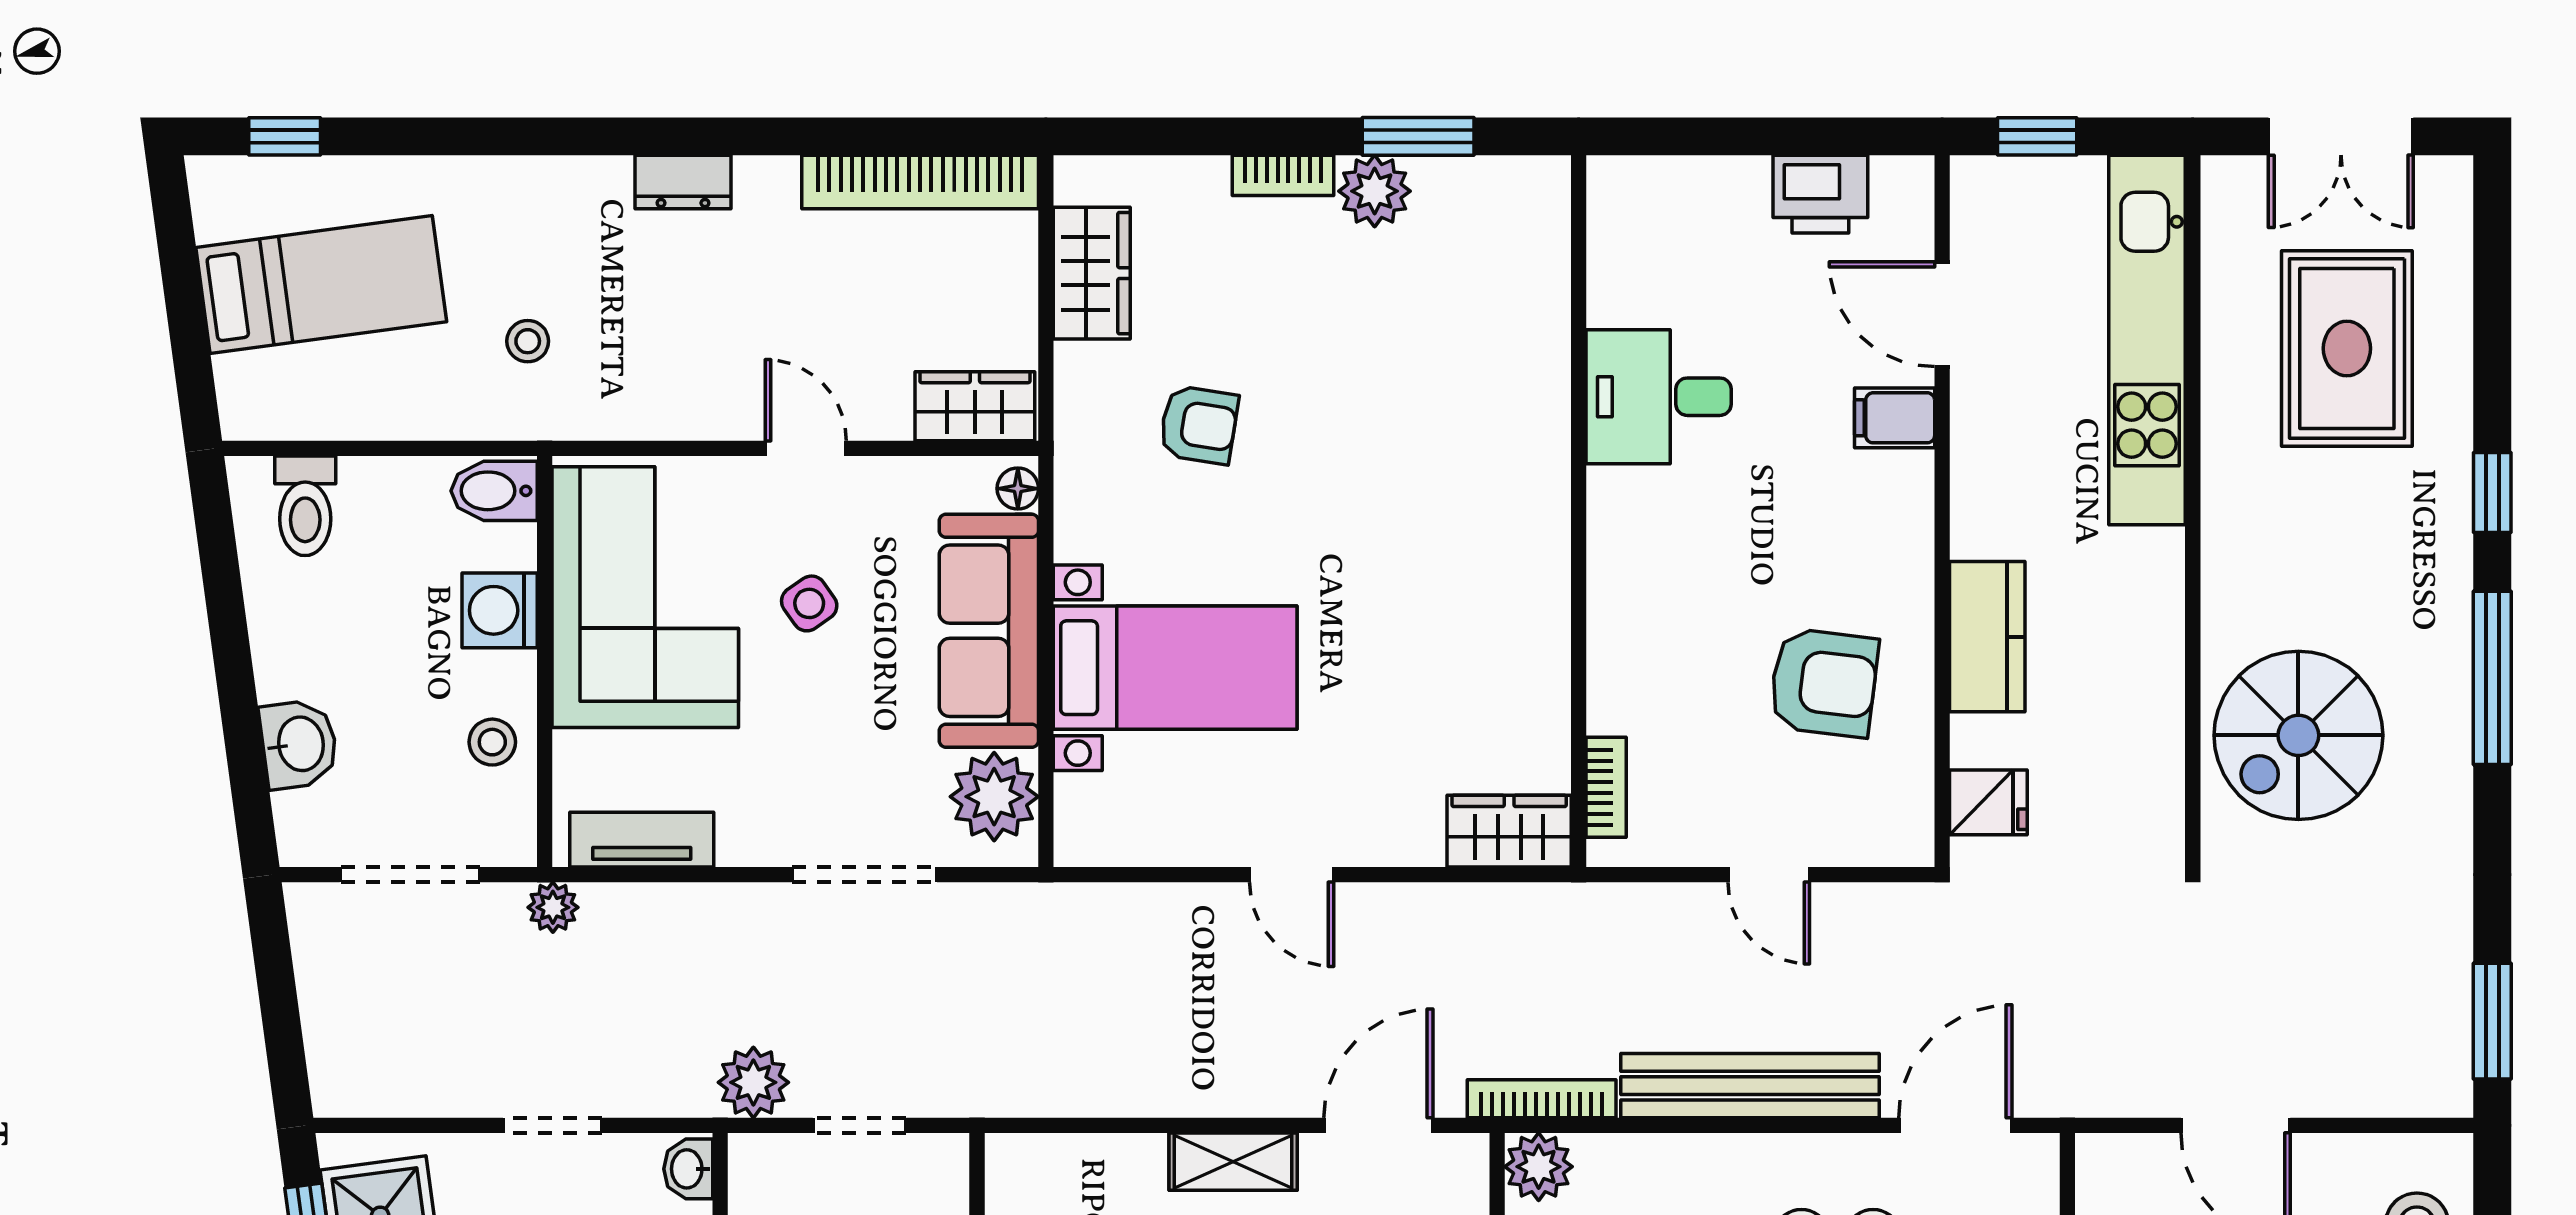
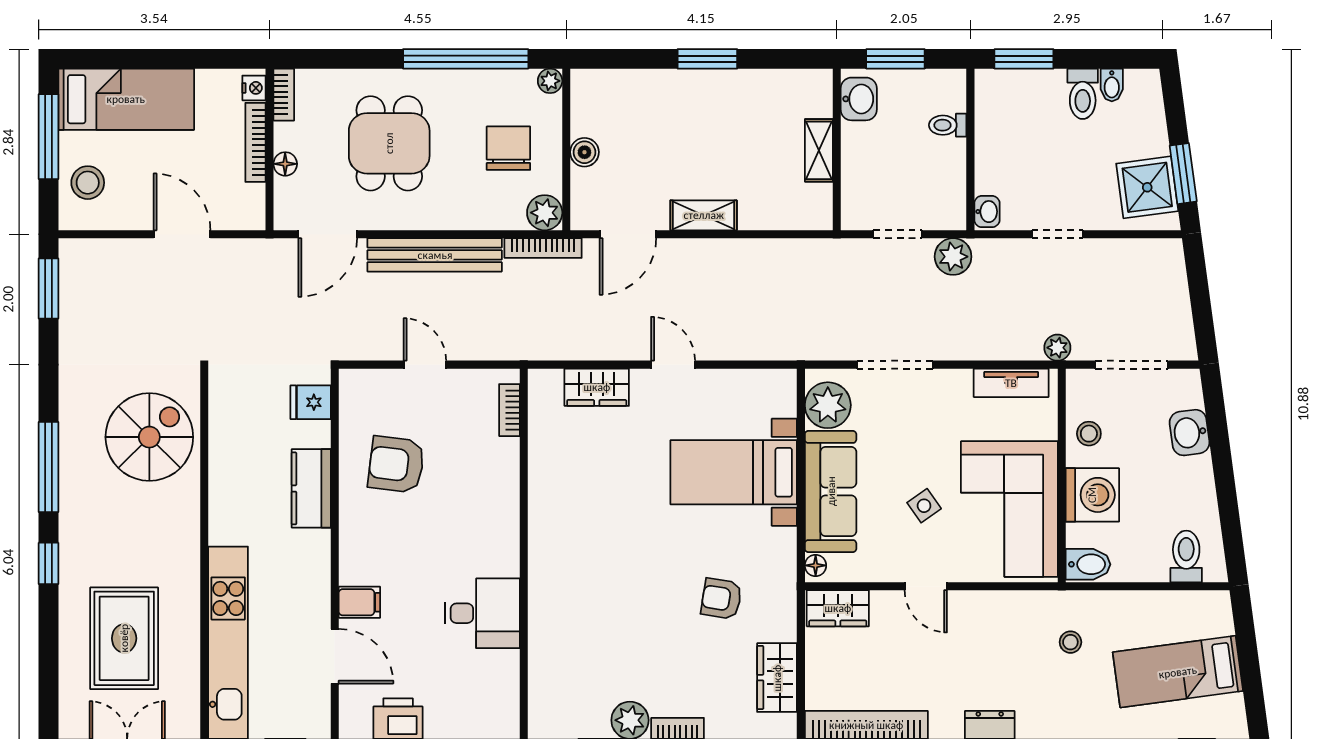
washing machine: (500, 610) -> (1092, 495), width x1.37, depth x1.37
wardrobe: (1509, 831) -> (597, 387), moved

